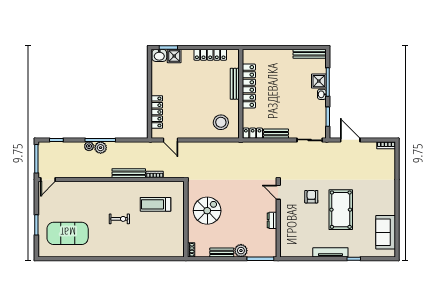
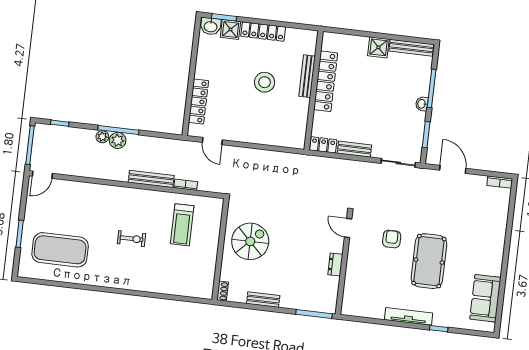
locker: (210, 55) -> (263, 32), moved
shower: (319, 81) -> (378, 47), moved
stool: (221, 122) -> (265, 82), moved
treadmill: (155, 204) -> (182, 225), turned -90
plant: (241, 251) -> (289, 300), removed

